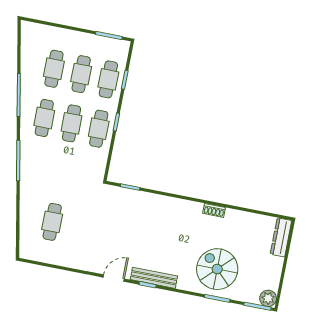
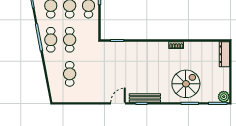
cafe table: (35, 167) -> (51, 40), added
cafe table: (62, 173) -> (70, 40), added
spiral stairs: (217, 269) -> (186, 84), turned 90

